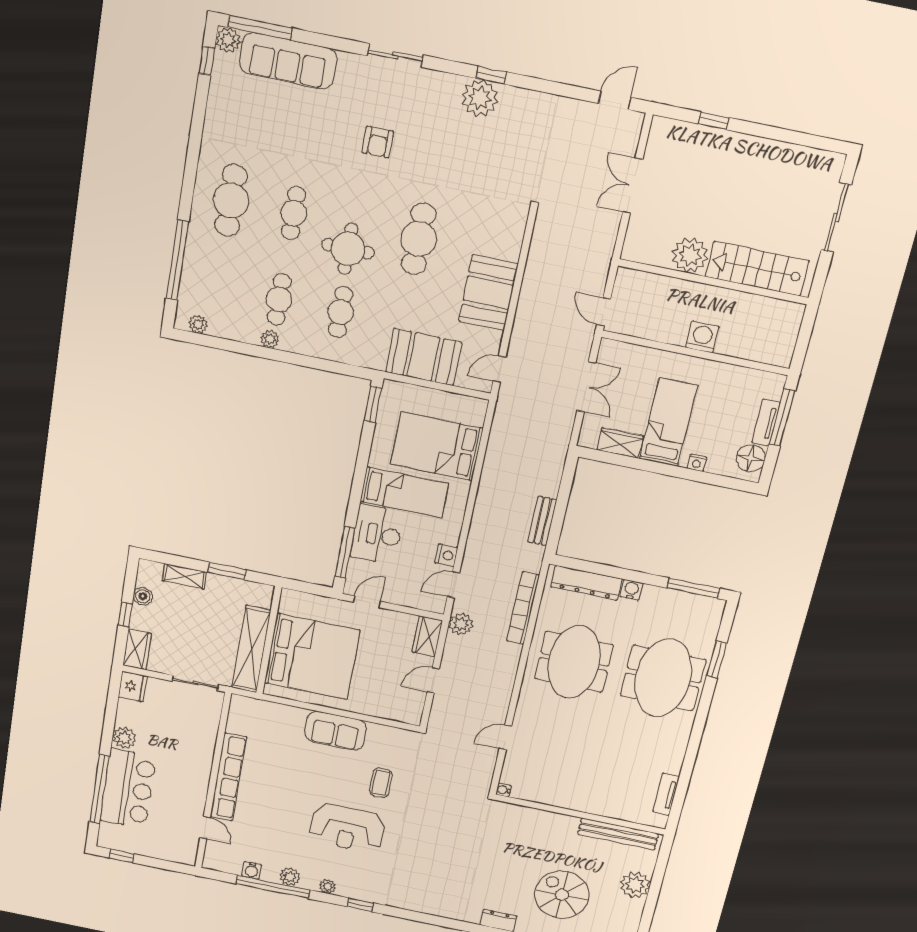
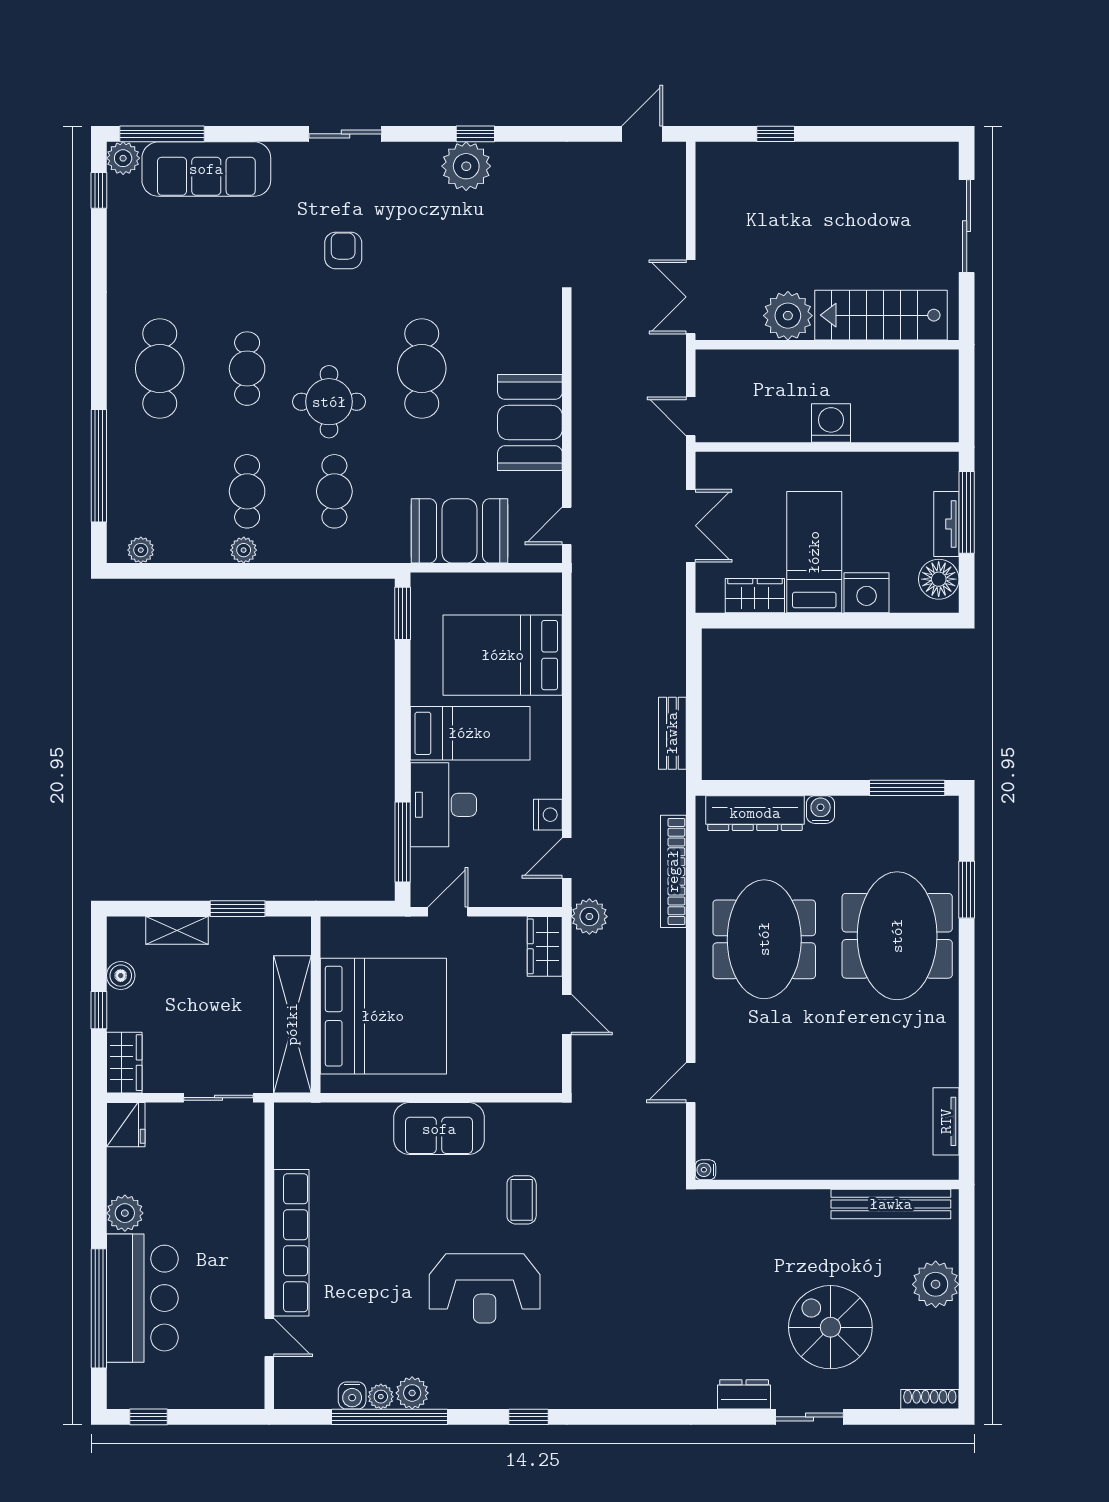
armchair: (378, 142) -> (343, 250), turned 180
double door: (633, 186) -> (691, 297), moved
nightstand: (697, 463) -> (867, 593), width x1.89, depth x1.79
door: (433, 680) -> (567, 1015), swing flipped
plant: (327, 887) -> (381, 1397), moved

